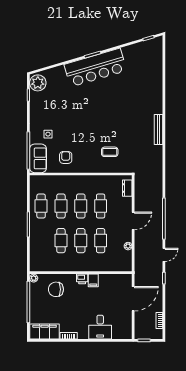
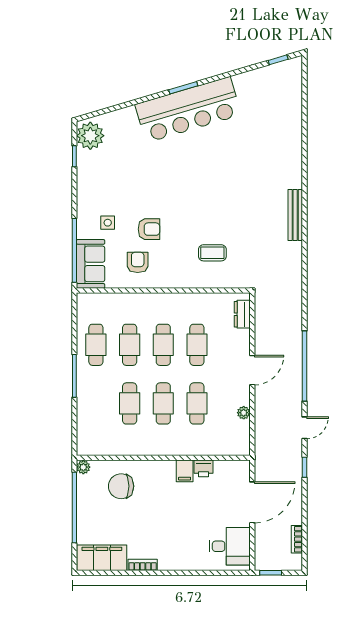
armchair: (72, 138) -> (149, 229), added
printer: (82, 279) -> (204, 468), moved
desk: (100, 327) -> (230, 546), moved, turned -90

